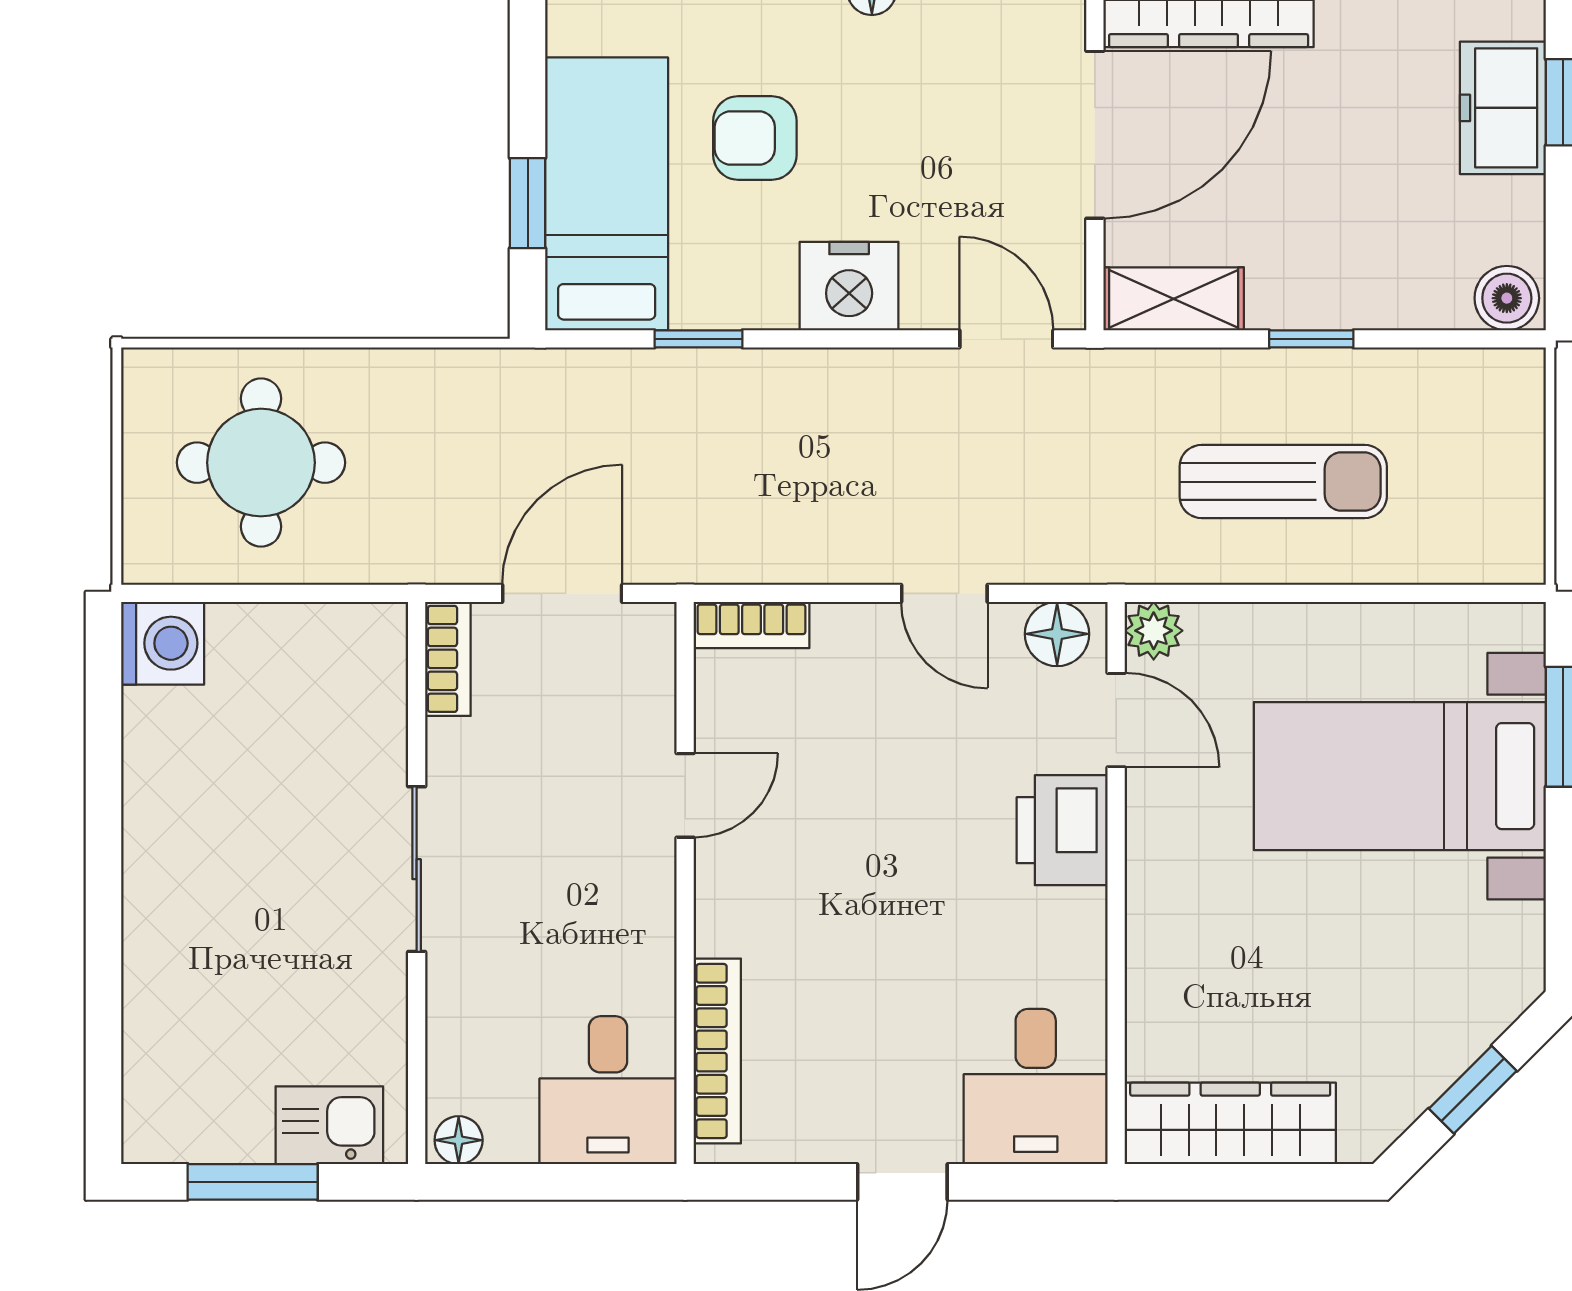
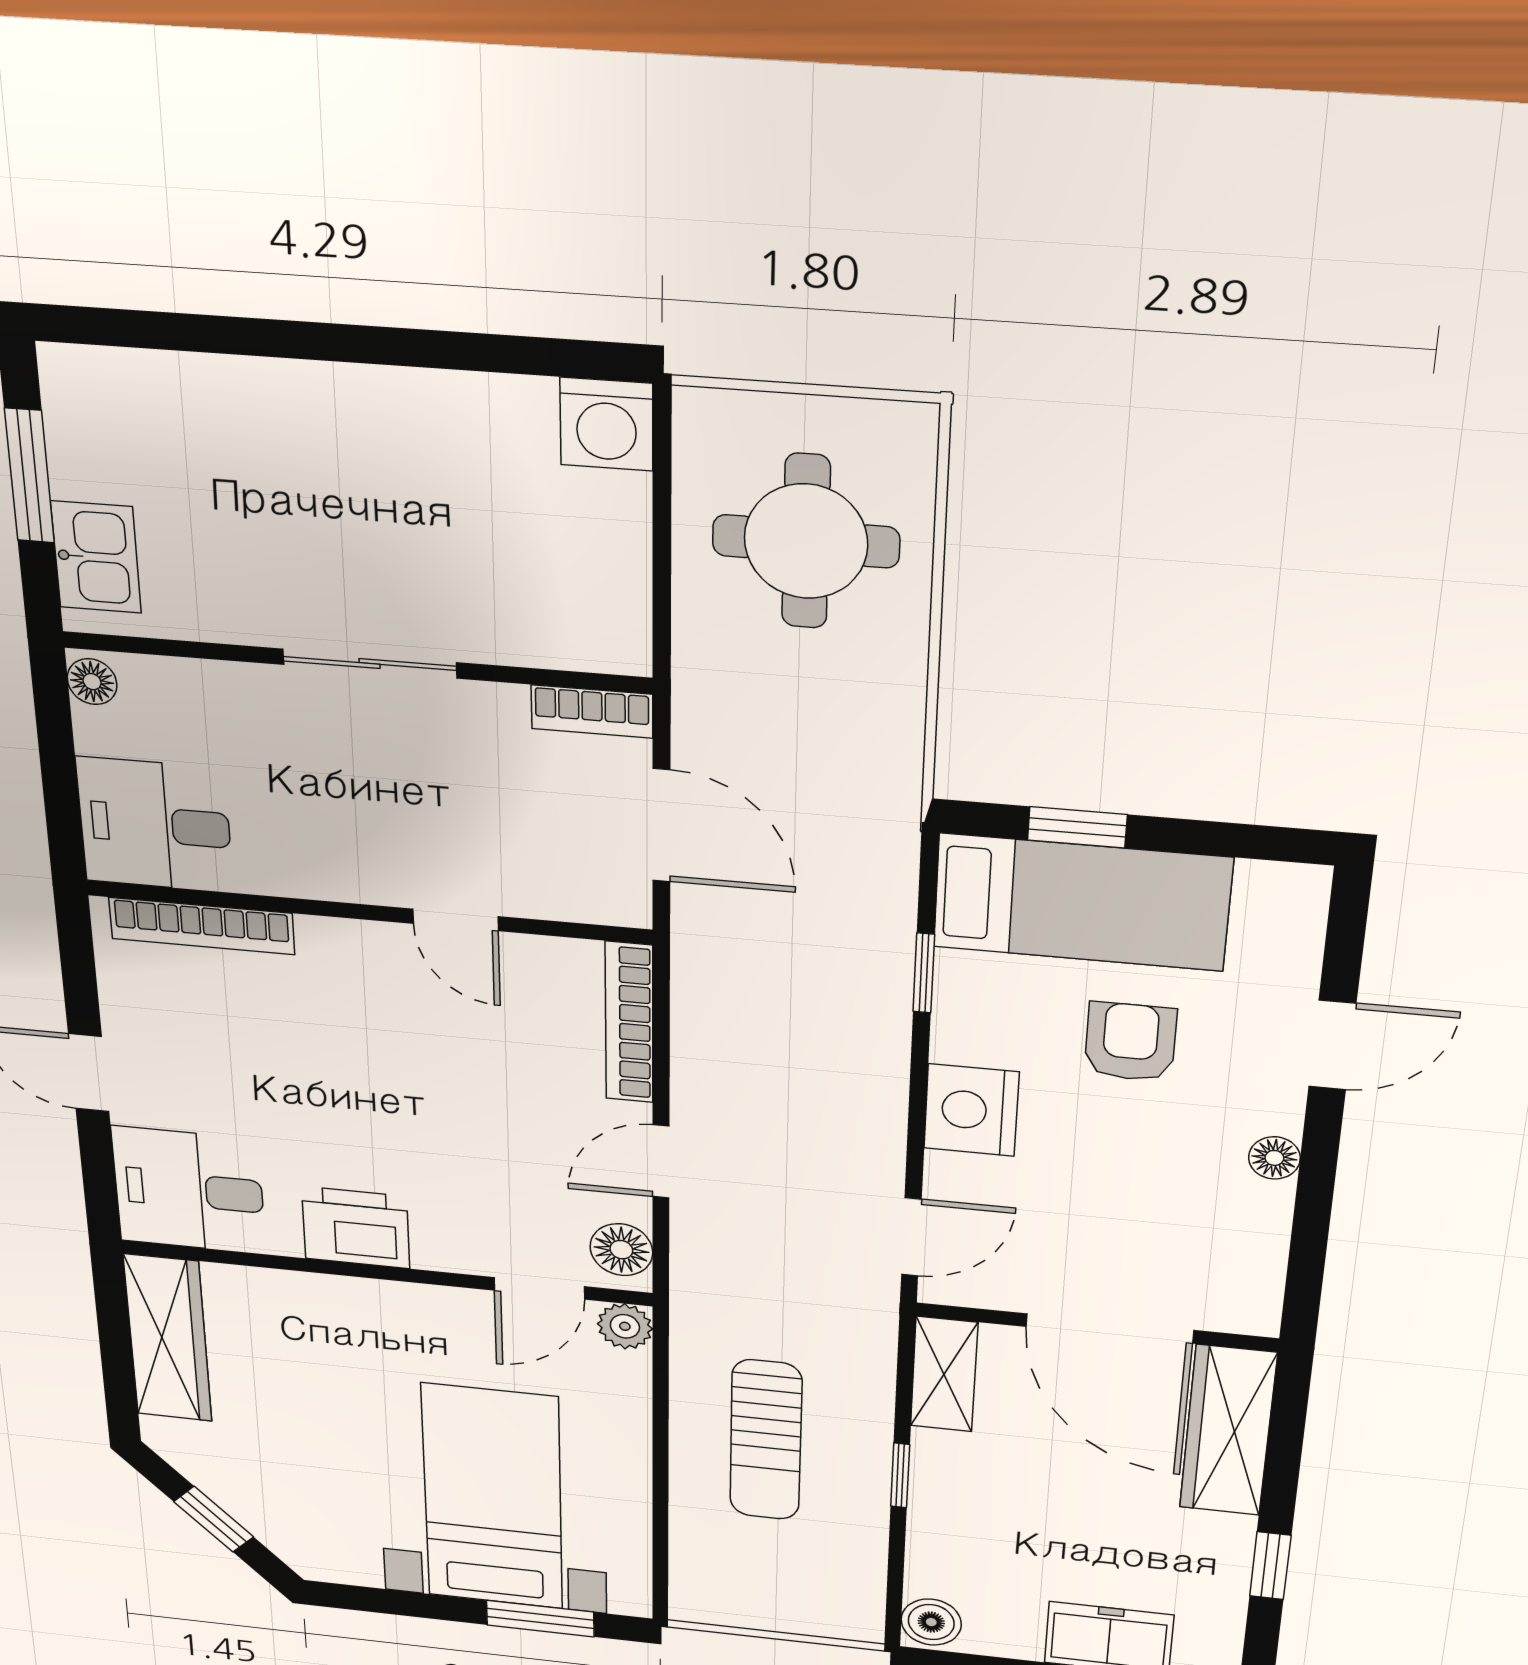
bookcase: (752, 625) -> (629, 1023), width x1.56
printer: (1062, 830) -> (356, 1228), moved

